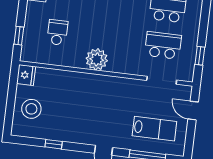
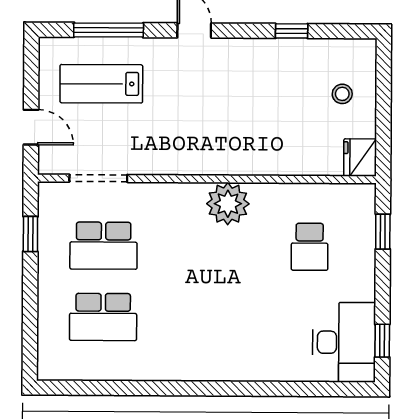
stool: (31, 109) -> (342, 94), width x0.53, depth x0.53

